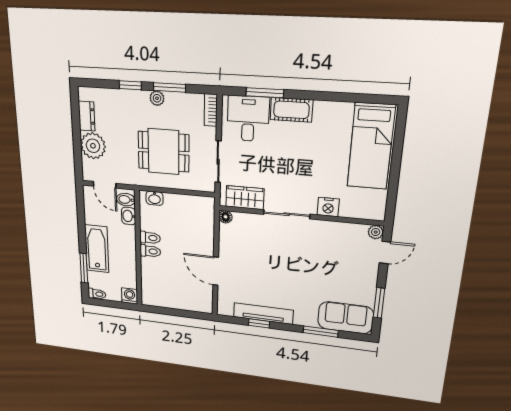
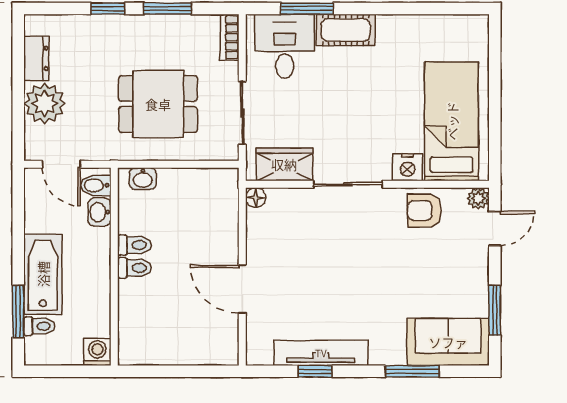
plant: (157, 98) -> (149, 25), removed
bed: (371, 146) -> (452, 121), moved, turned 180
armchair: (337, 236) -> (424, 211), added
toilet: (97, 294) -> (39, 326), moved

